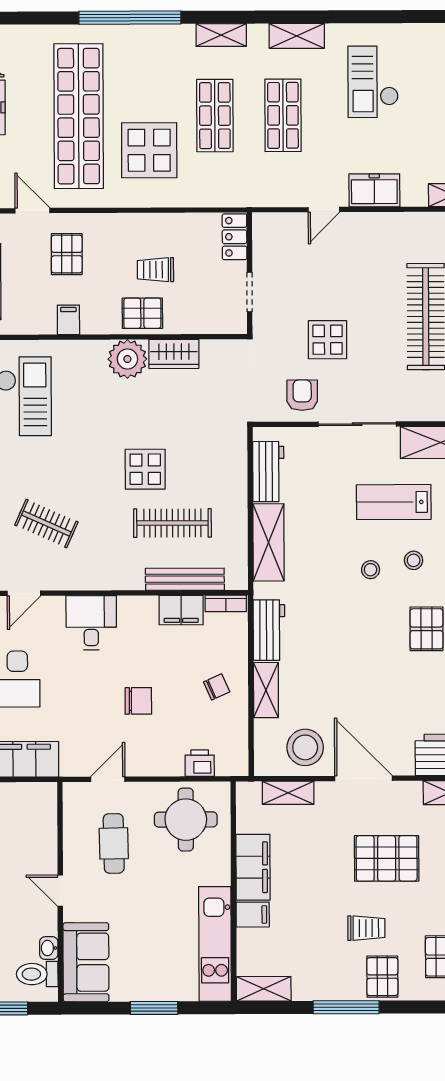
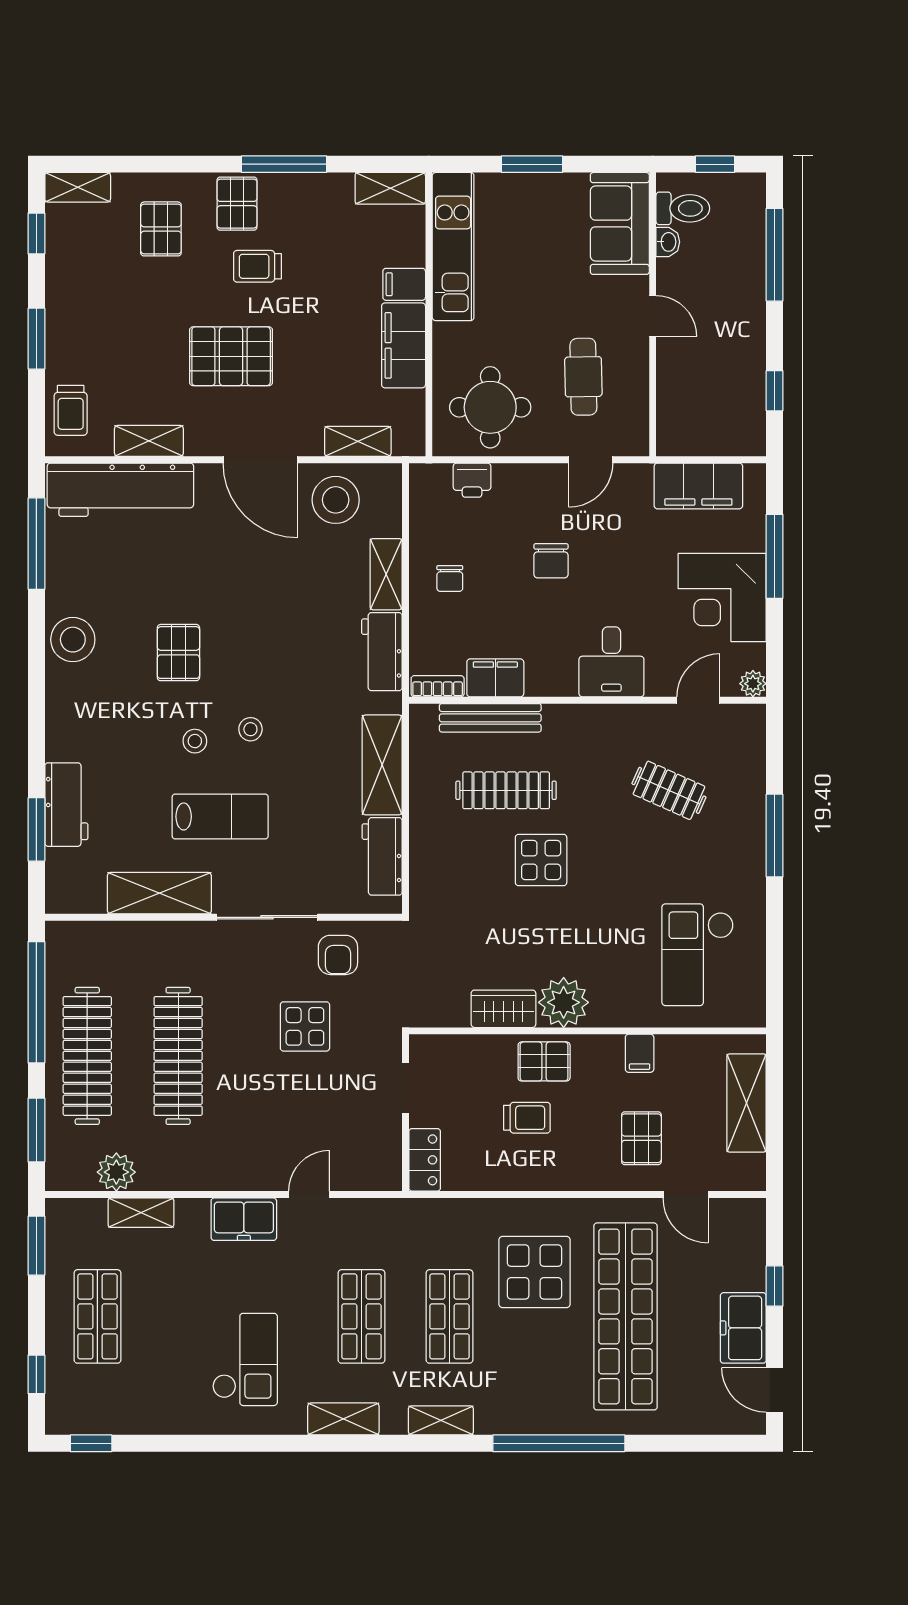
chair: (217, 687) -> (450, 578), turned -66
chair: (138, 701) -> (551, 561), turned -90

